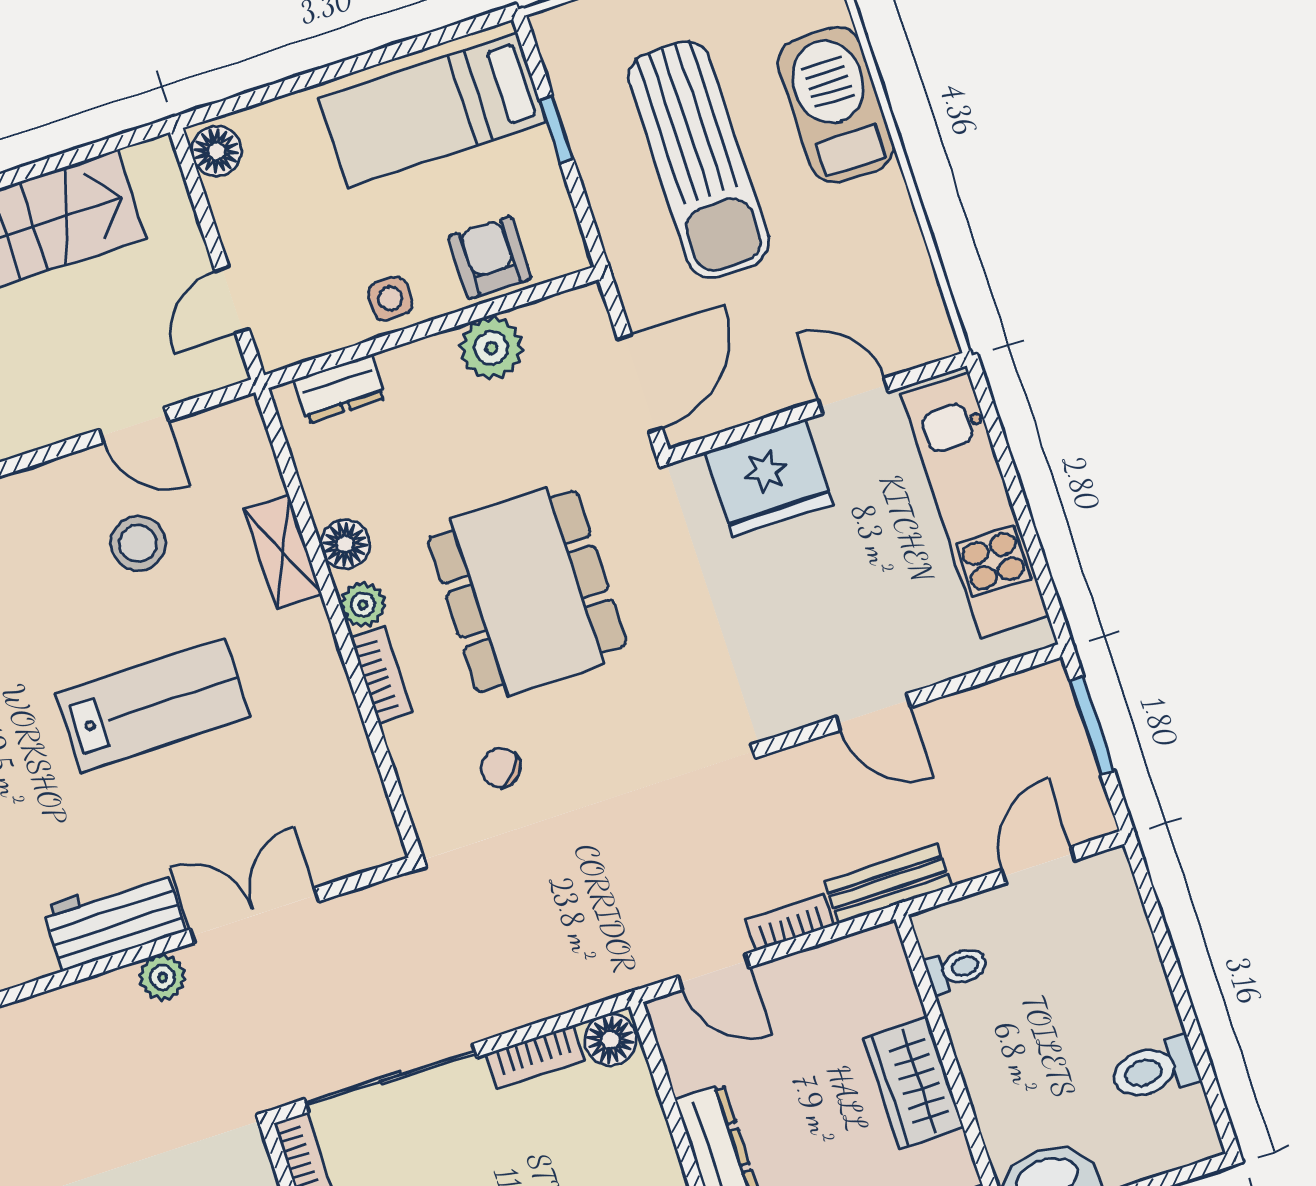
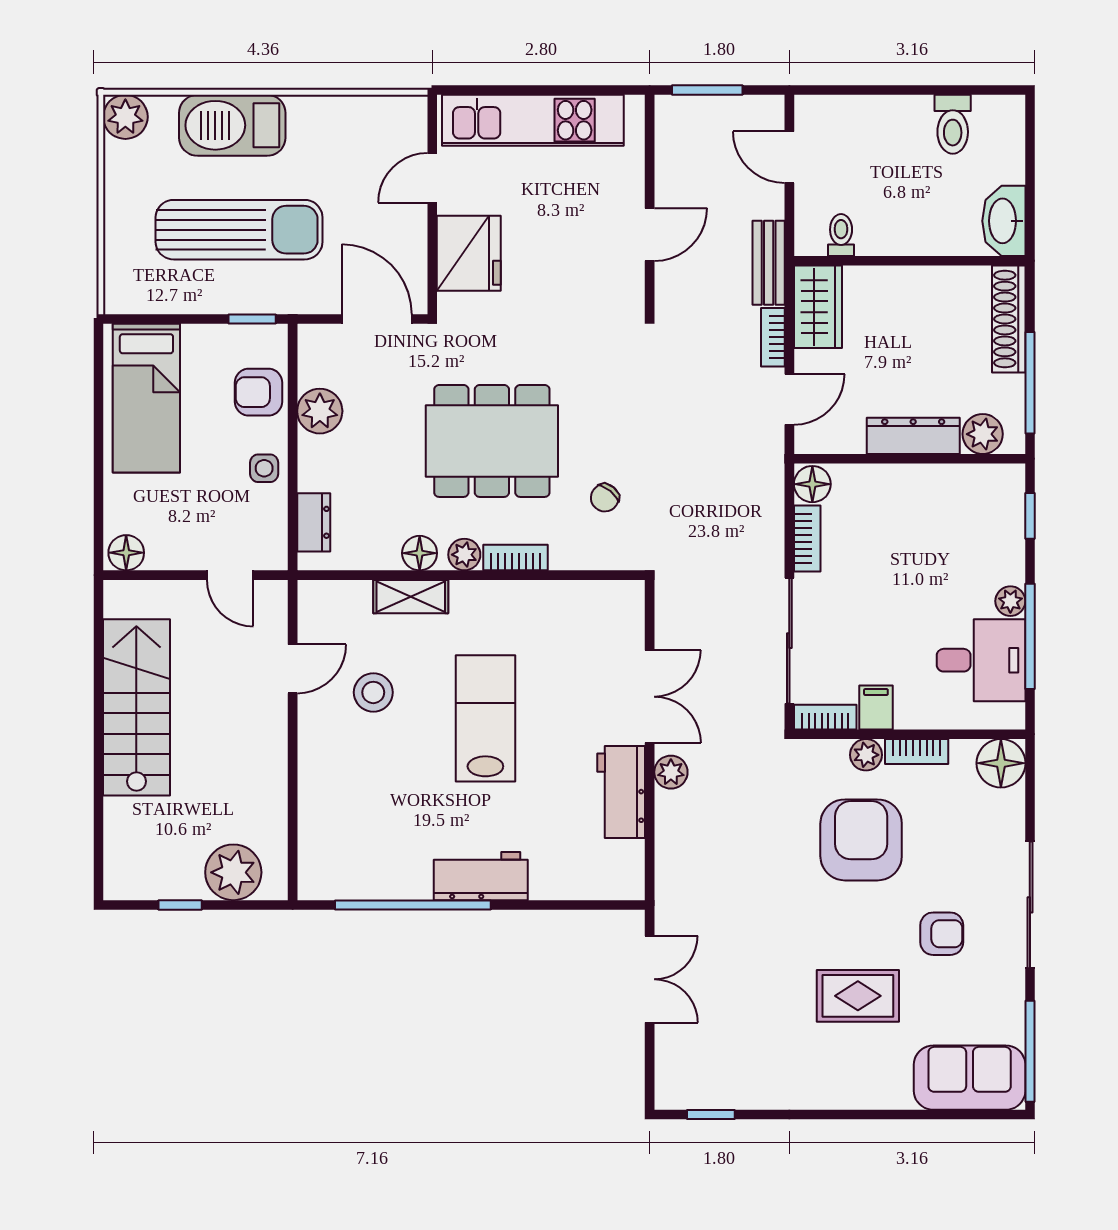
window: (556, 129) -> (252, 319), moved
double door: (254, 915) -> (650, 697), swing flipped
wardrobe: (914, 1083) -> (818, 307), moved, turned -90

